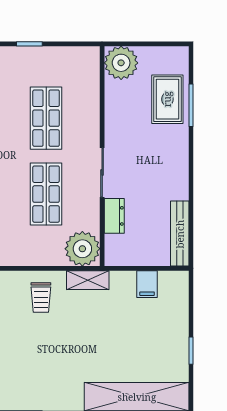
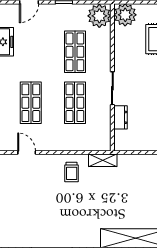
plant: (82, 249) -> (99, 16), moved
filing cabinet: (147, 284) -> (143, 163), removed

